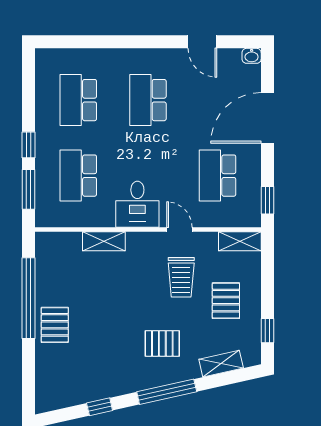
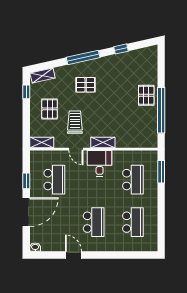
door: (202, 42) -> (73, 255), moved
window: (28, 145) -> (161, 197), removed
window: (267, 200) -> (26, 181), moved
shelving: (104, 241) -> (103, 142), moved
shelving: (221, 364) -> (43, 76), moved

